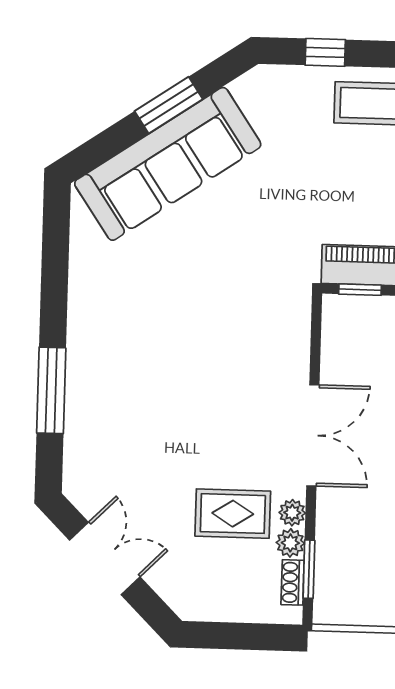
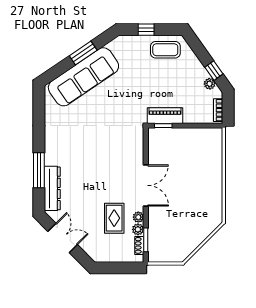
dresser: (83, 436) -> (52, 188), added
rug: (233, 514) -> (114, 218), turned 90

